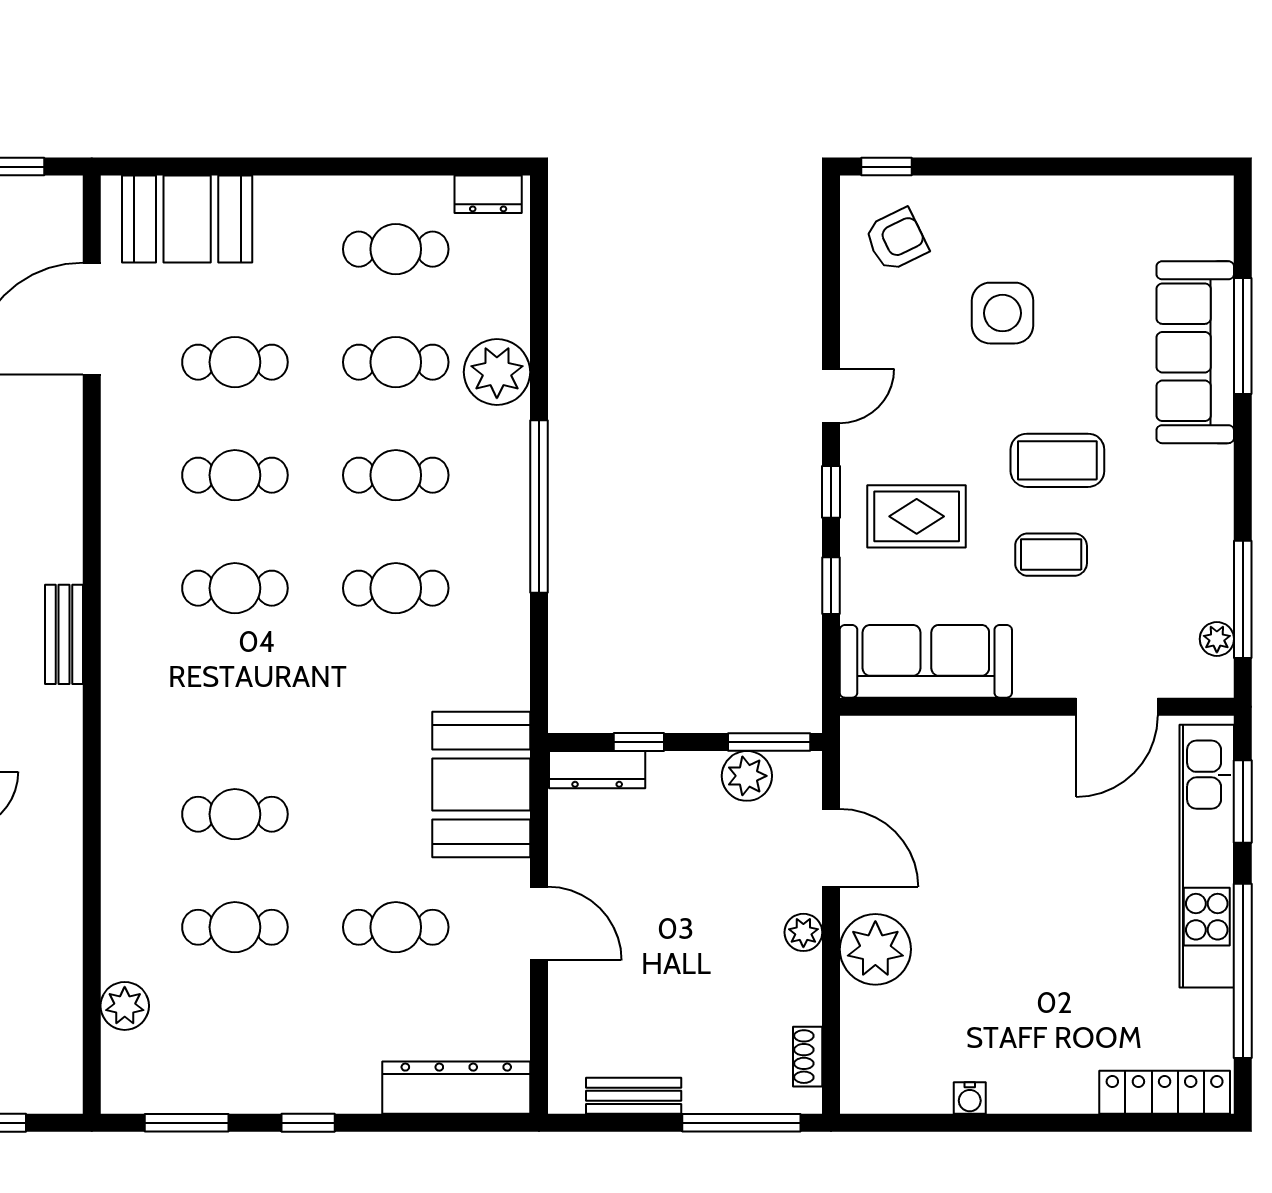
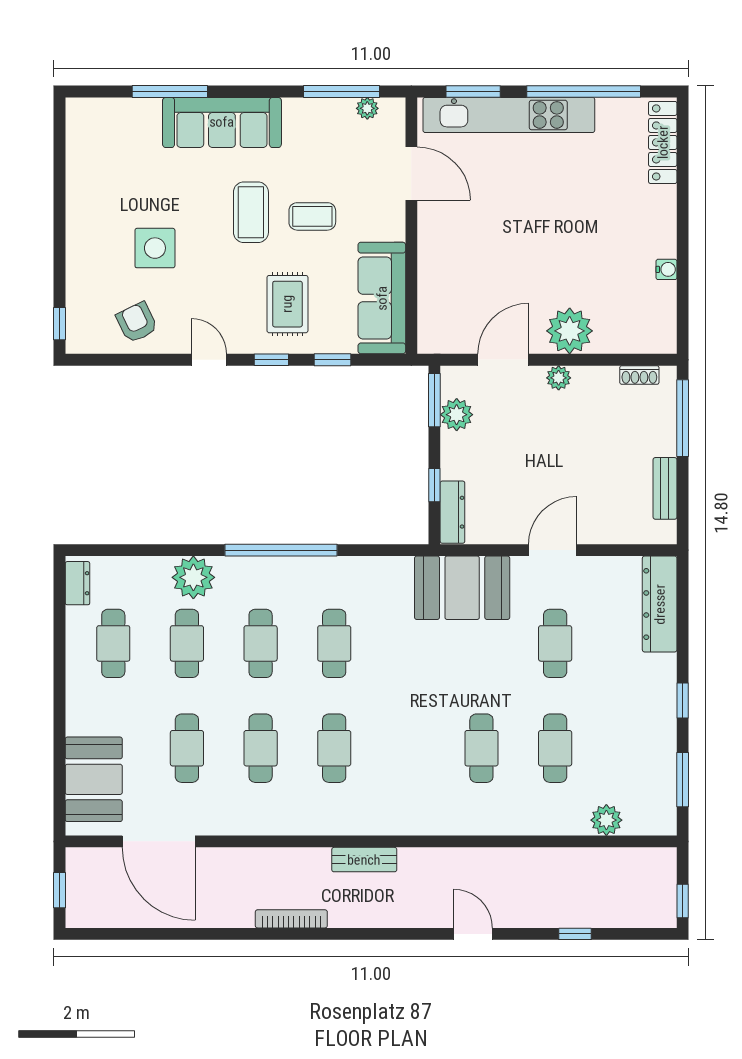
armchair: (896, 240) -> (137, 322), moved
sofa: (1195, 352) -> (222, 122), moved
coffee table: (1051, 555) -> (312, 216), turned 90

